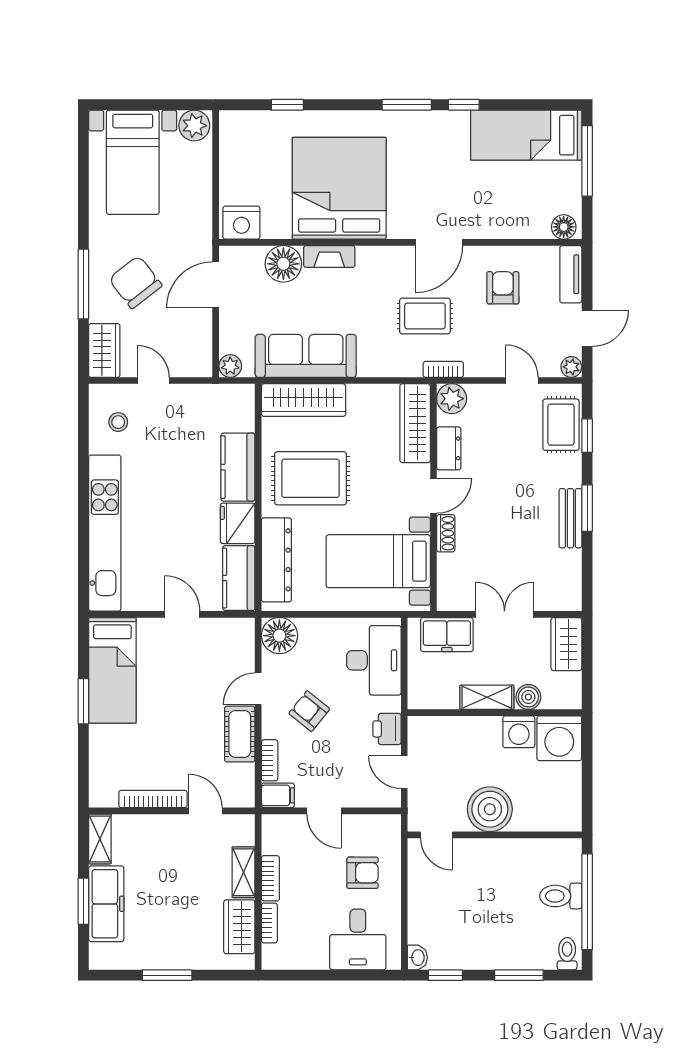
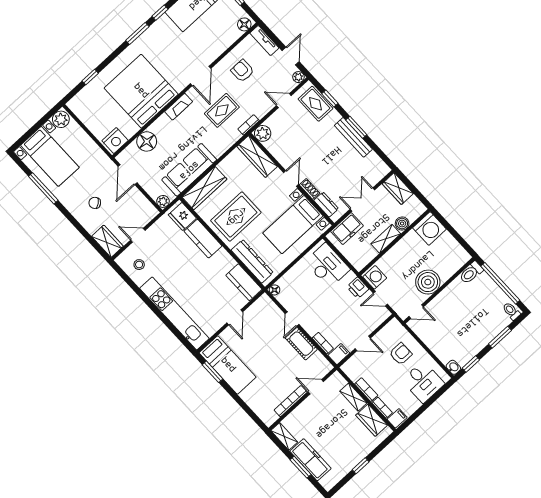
fireplace: (329, 257) -> (179, 107), moved
chair: (135, 282) -> (95, 203), width x0.54, depth x0.54
window: (83, 284) -> (43, 188), moved
dresser: (449, 448) -> (326, 204), moved
bench: (570, 518) -> (353, 137), width x1.36
fridge: (238, 523) -> (182, 216), moved
door: (182, 614) -> (235, 317), swing flipped
floor lamp: (279, 636) -> (275, 290), width x0.53, depth x0.53
window: (83, 701) -> (213, 372), moved
armchair: (309, 711) -> (320, 309), removed
washing machine: (519, 732) -> (375, 277), moved, turned -90
toilet: (561, 896) -> (471, 273), moved
filing cabinet: (277, 956) -> (397, 418), added
window: (167, 975) -> (361, 466), width x0.67

